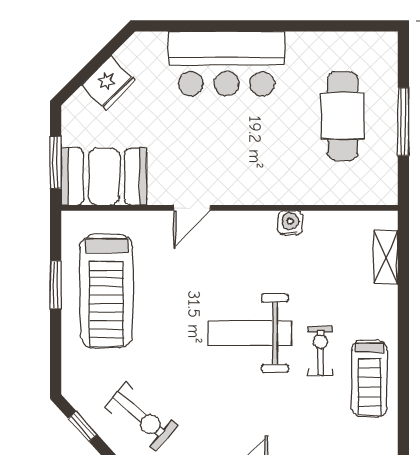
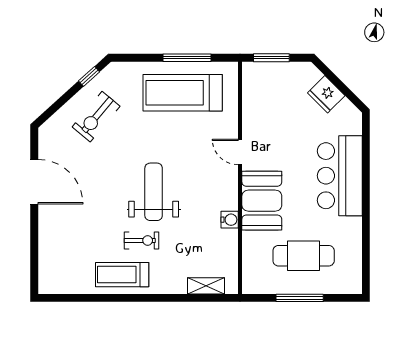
booth: (104, 176) -> (262, 201), moved
window: (56, 285) -> (187, 58), width x1.44

